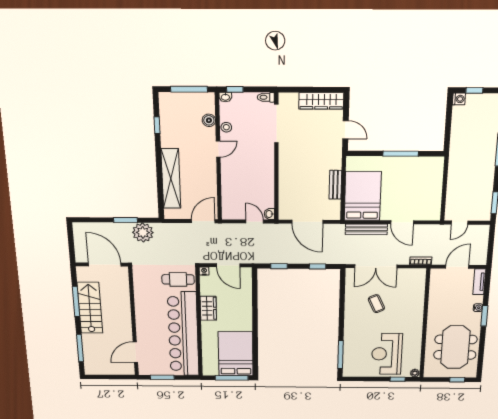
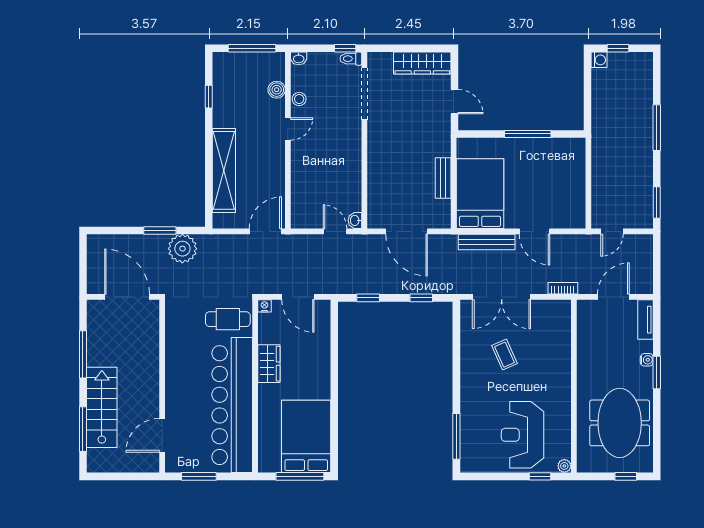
window: (235, 89) -> (345, 48), moved
stairs: (90, 308) -> (102, 407), moved

